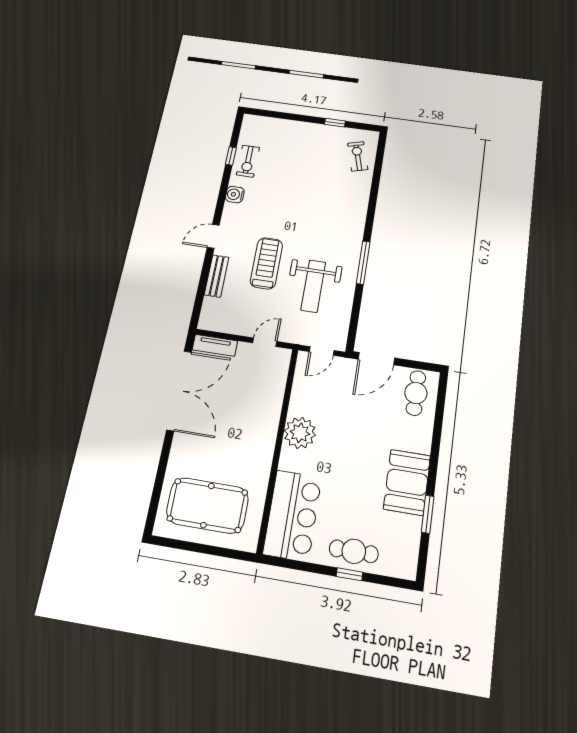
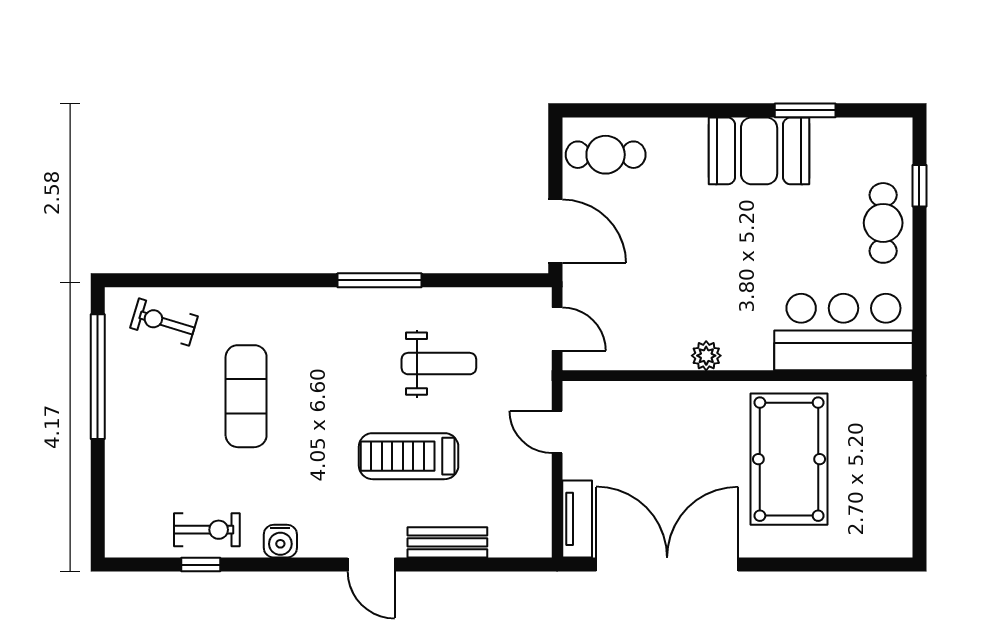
window: (335, 123) -> (98, 377), width x3.17
exercise bike: (358, 156) -> (164, 322), turned 33
exercise mat: (313, 189) -> (246, 396), added
weight bench: (313, 286) -> (439, 364), width x0.73, depth x0.75
plant: (300, 433) -> (706, 356), width x0.53, depth x0.53
pool table: (207, 505) -> (789, 459), moved
window: (349, 574) -> (919, 186), moved

